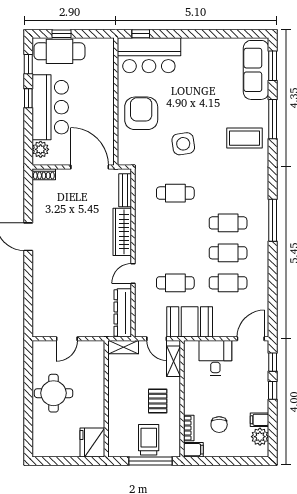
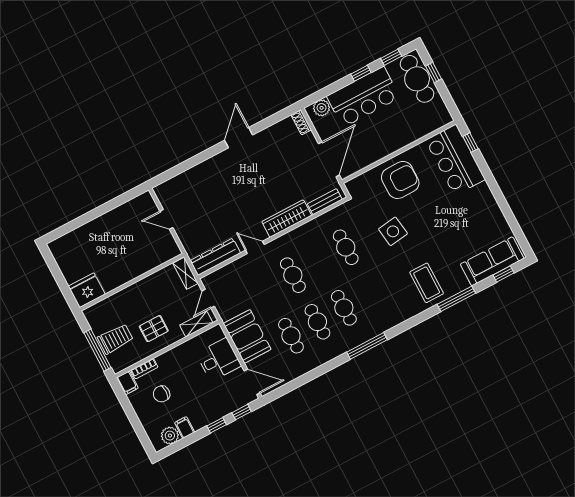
window: (273, 66) -> (504, 274), width x0.67
cafe table: (175, 283) -> (293, 275), moved
booth: (190, 322) -> (247, 336), moved
round table: (54, 393) -> (112, 233), removed

